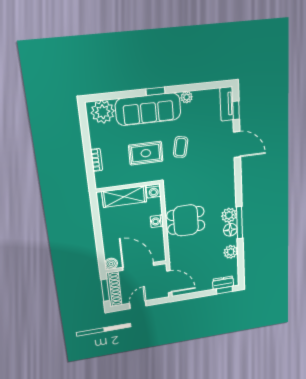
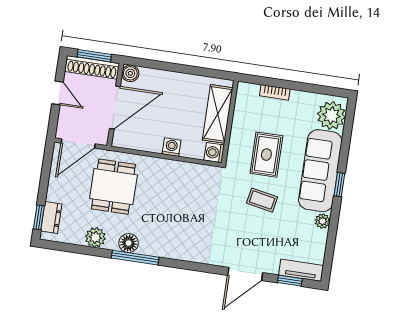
plant: (229, 215) -> (150, 245), removed
dining table: (186, 220) -> (113, 187), moved

